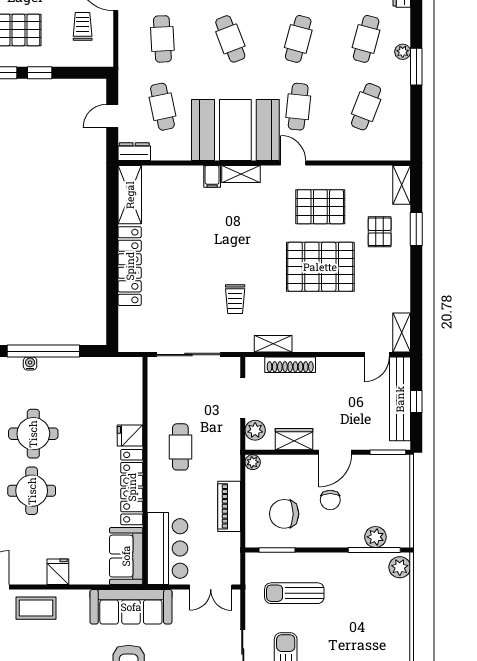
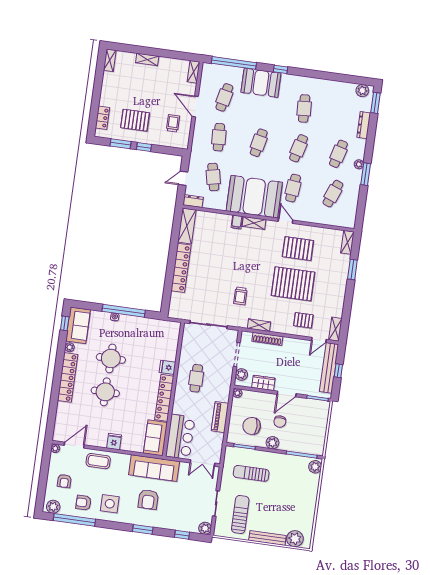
cafe table: (230, 39) -> (259, 143), turned 33
pallet: (380, 232) -> (303, 320), moved, turned 90
plant: (375, 537) -> (272, 443), moved

